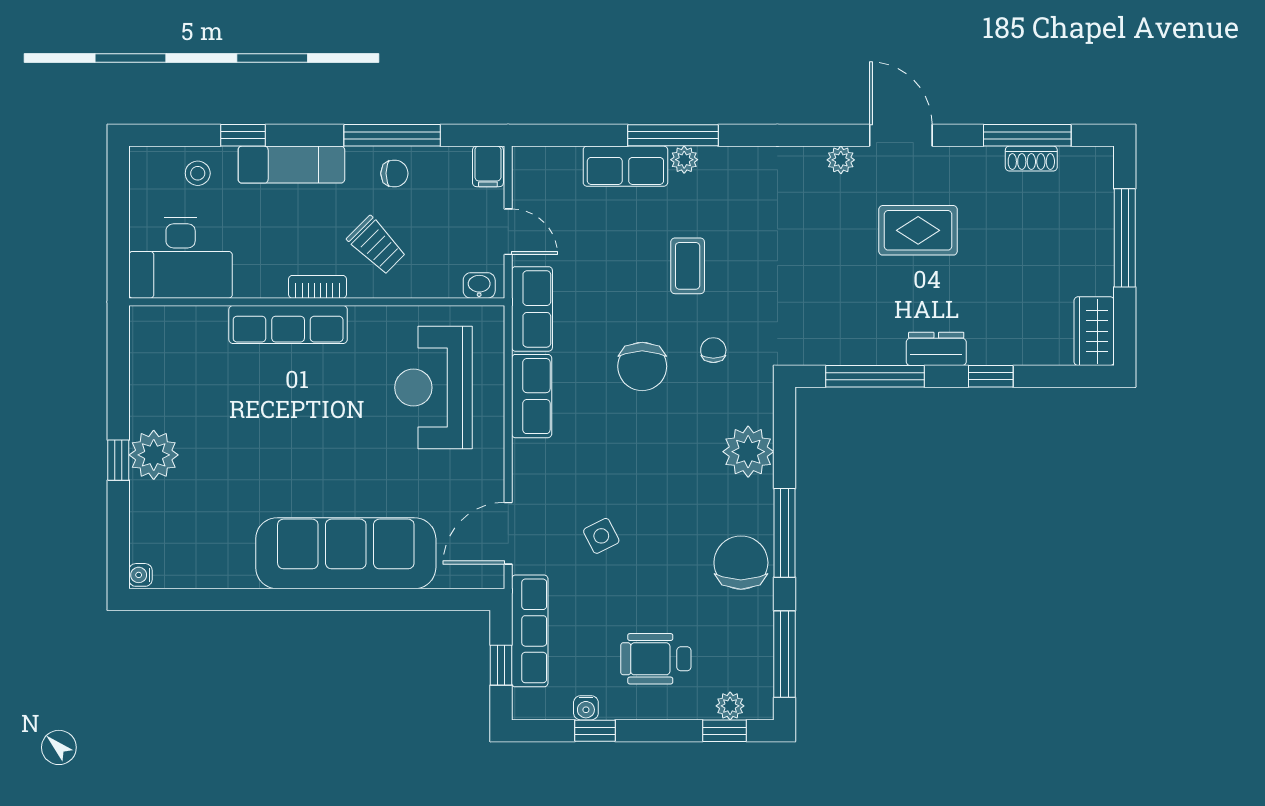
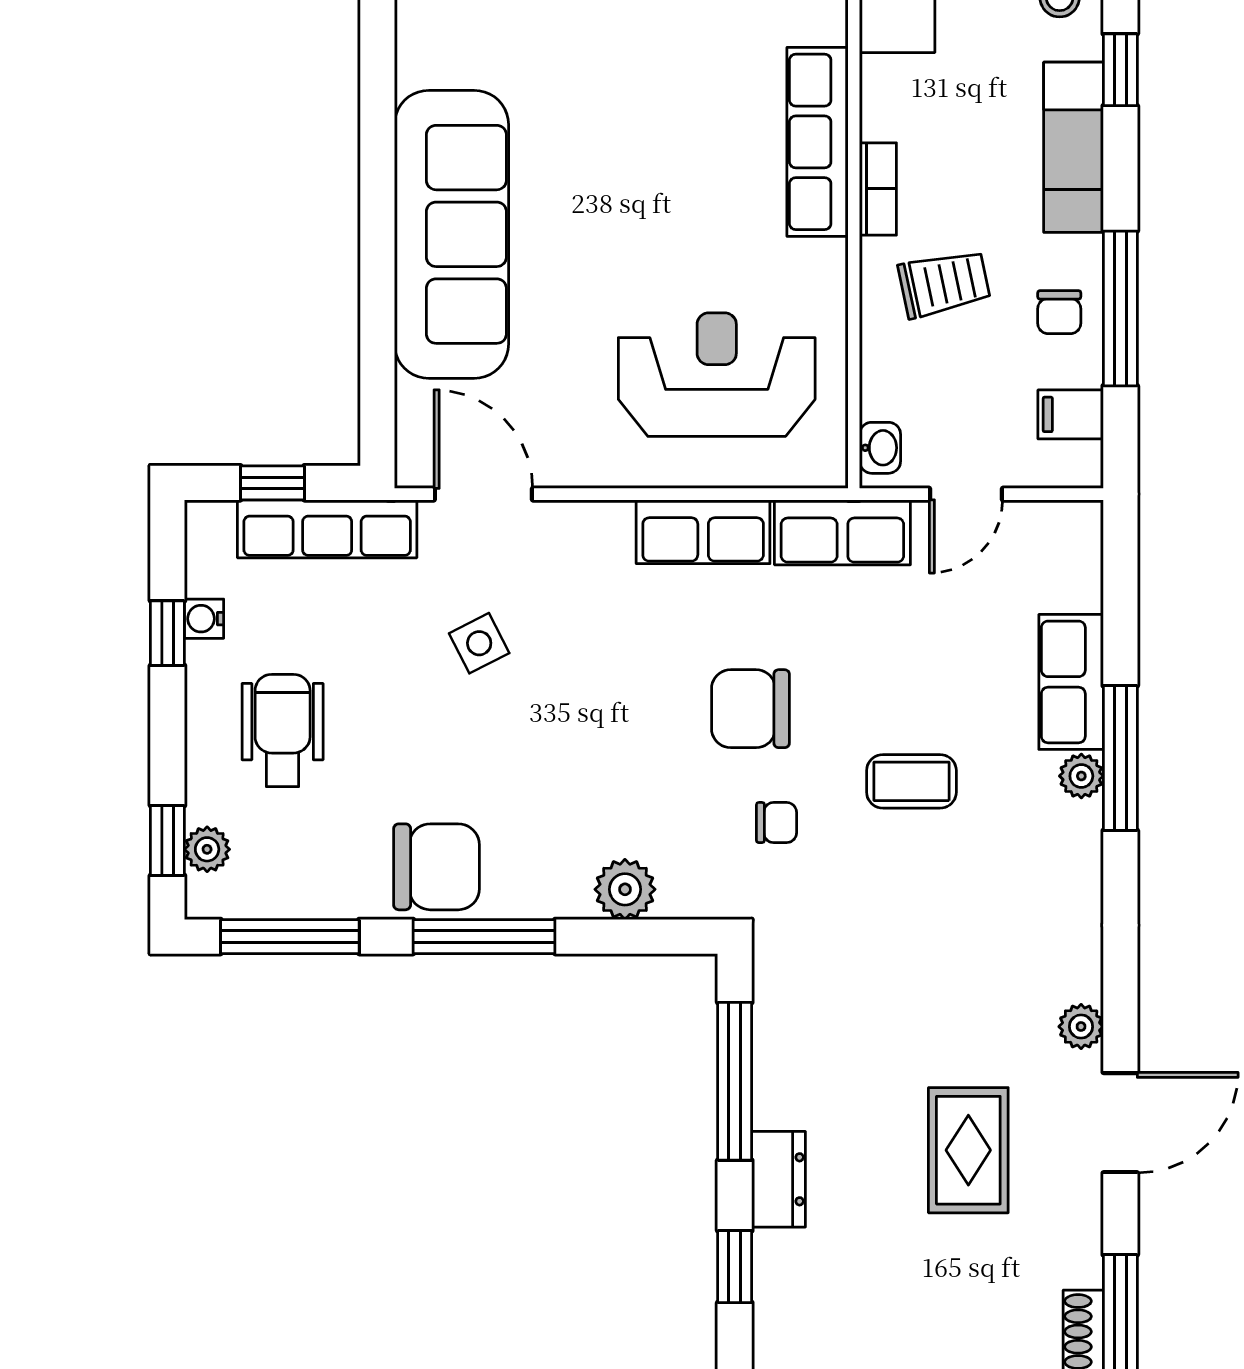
filing cabinet: (488, 166) -> (1071, 414), moved
trolley: (377, 245) -> (944, 284), turned -147
plant: (748, 452) -> (625, 889), width x0.73, depth x0.73

